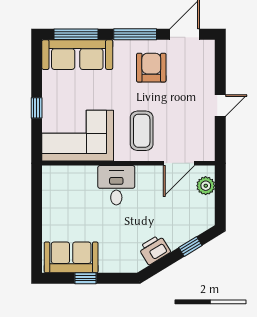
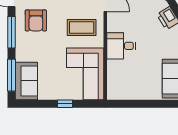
sofa: (77, 55) -> (26, 81), width x0.73
armchair: (151, 68) -> (36, 20), turned -90

